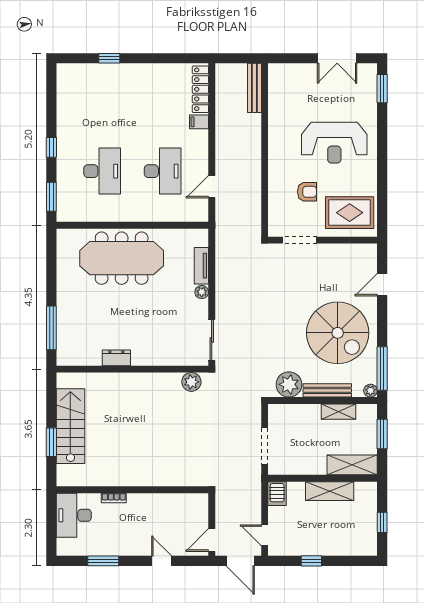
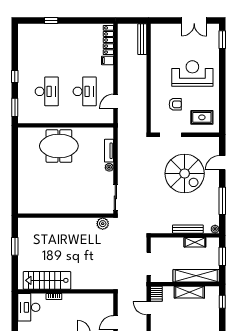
reception desk: (334, 143) -> (192, 74), turned 180
rug: (350, 213) -> (202, 117), width x0.73, depth x0.70
meeting table: (122, 258) -> (59, 146), width x0.73
window: (51, 328) -> (15, 190), removed
spiral stairs: (338, 333) -> (185, 174), moved
dresser: (116, 358) -> (56, 209), removed
window: (382, 369) -> (222, 201), moved
plant: (289, 384) -> (164, 225), removed
stairs: (70, 426) -> (47, 280), moved, turned -90
window: (51, 442) -> (15, 246), moved
shelving: (352, 465) -> (196, 276), width x1.47
window: (382, 522) -> (222, 302), moved
door: (265, 535) -> (149, 308), moved

